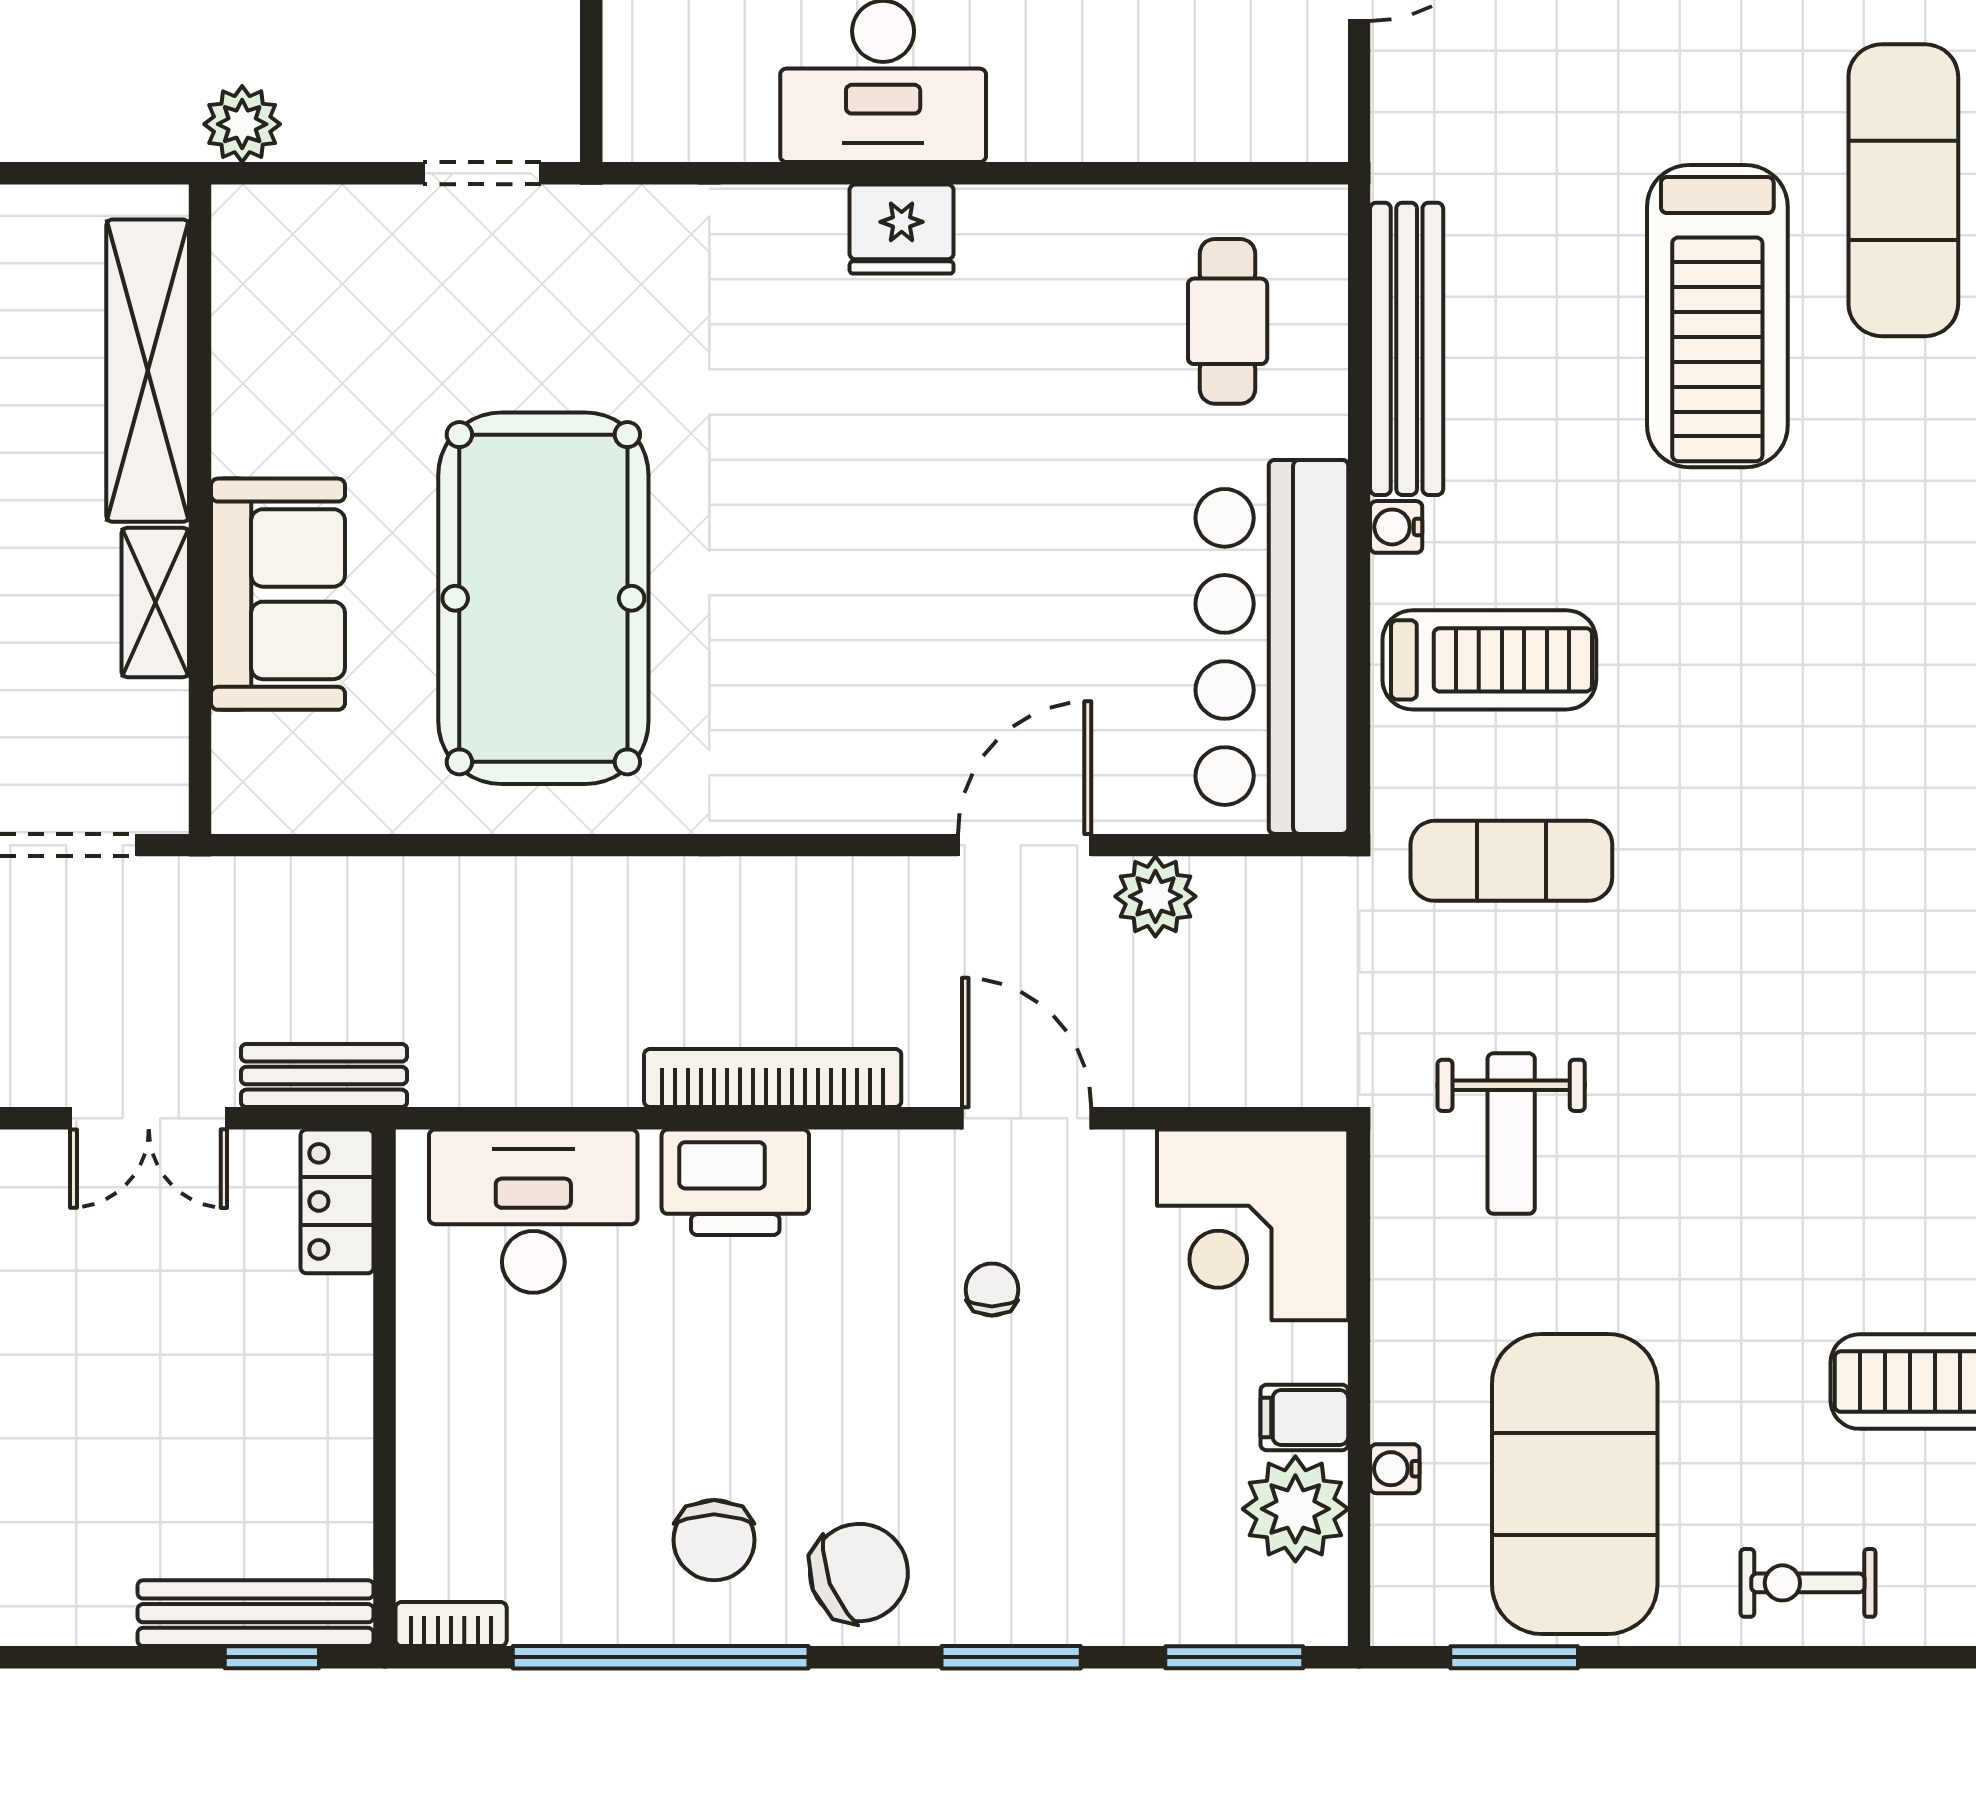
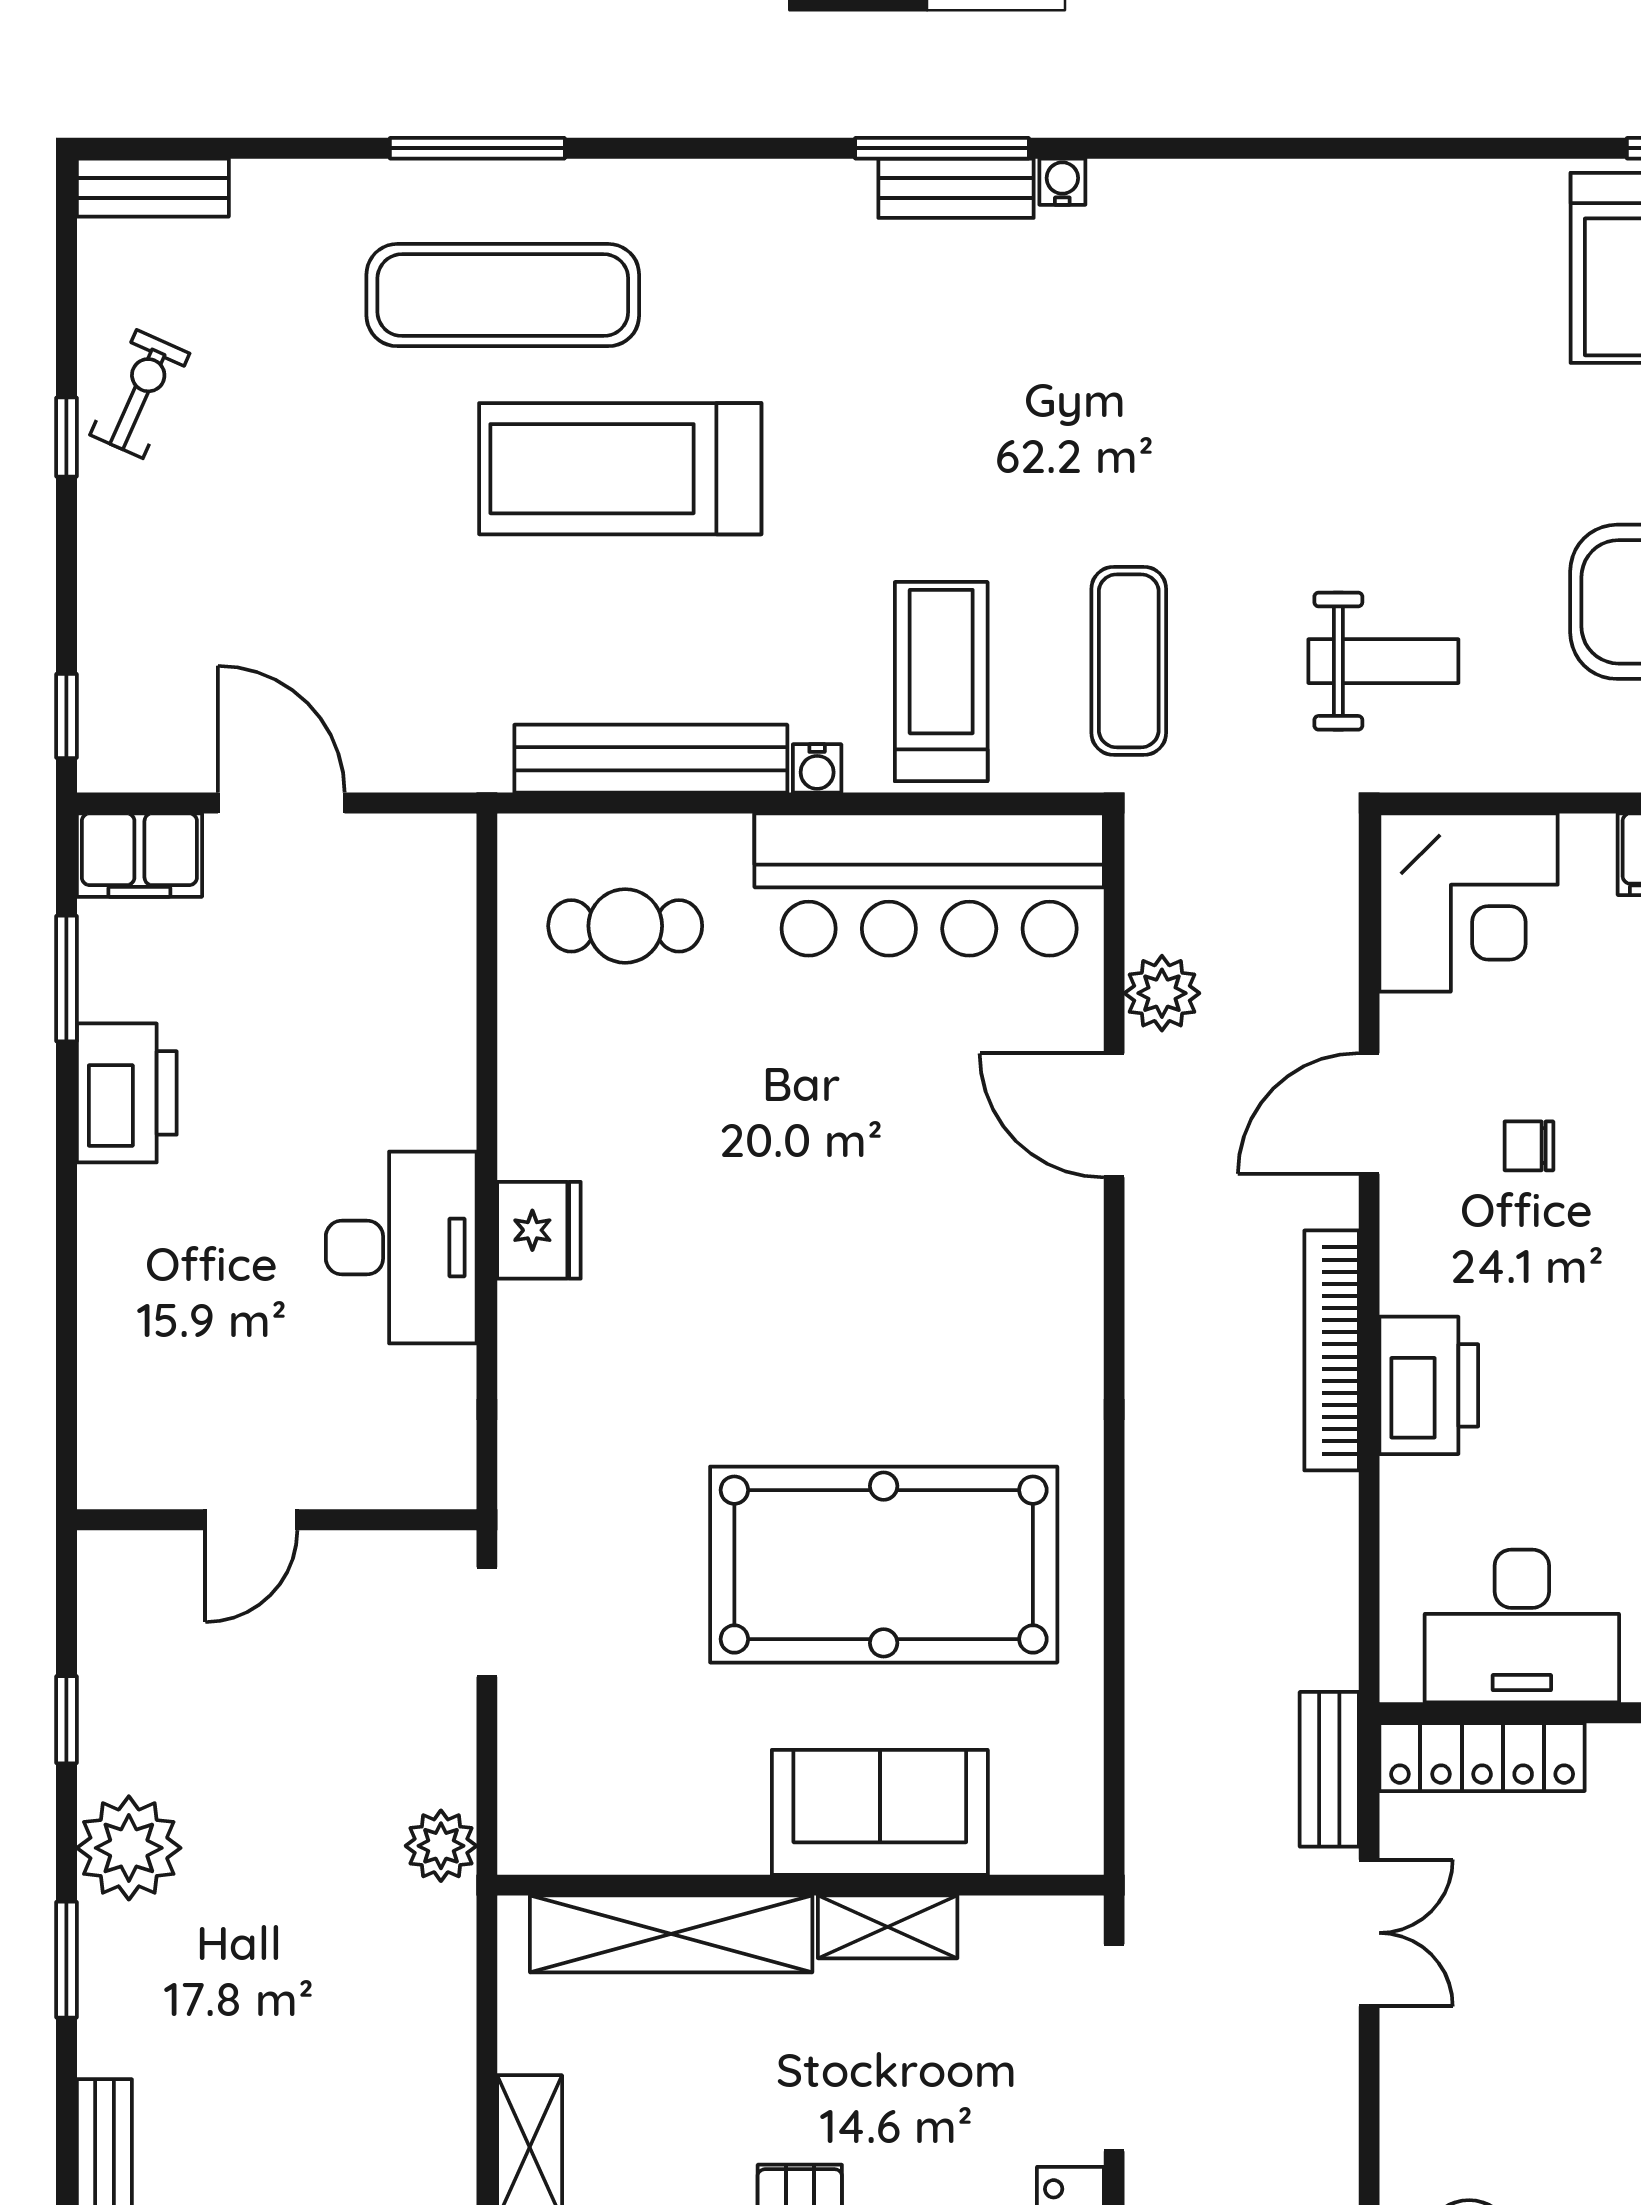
treadmill: (1717, 316) -> (620, 469), turned 180
locker: (337, 1201) -> (1482, 1757), width x1.53
desk: (533, 1211) -> (1522, 1626), moved, turned -90

